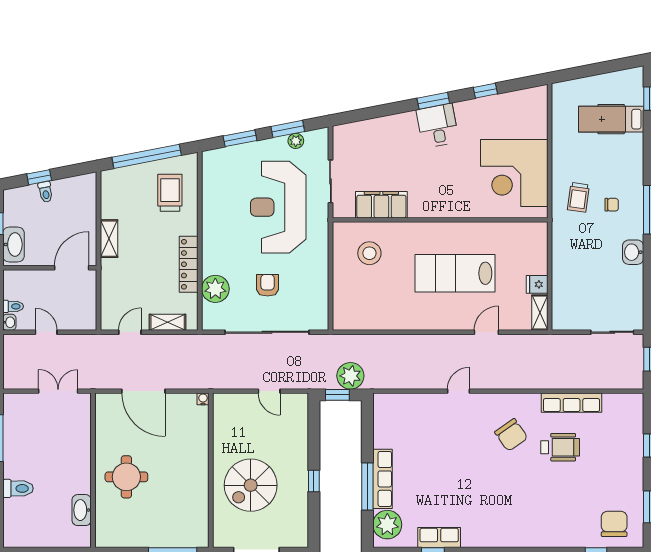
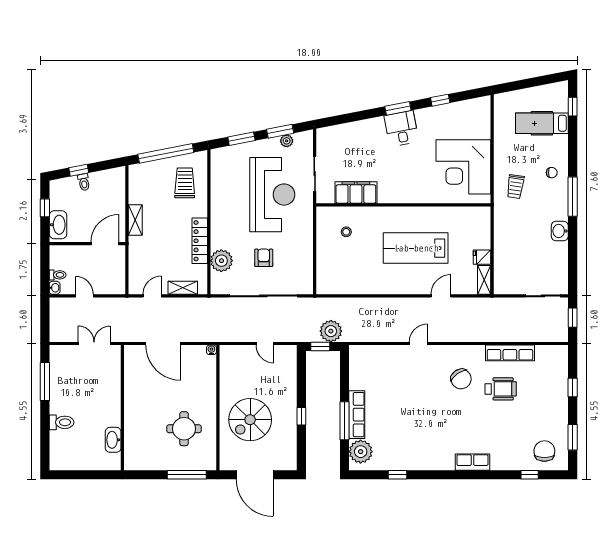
chair: (612, 205) -> (552, 173), moved
reception desk: (278, 207) -> (272, 195), turned 180
stool: (369, 253) -> (346, 232), width x0.53, depth x0.53
round table: (126, 477) -> (184, 429), moved
row of seats: (439, 538) -> (472, 462), moved

